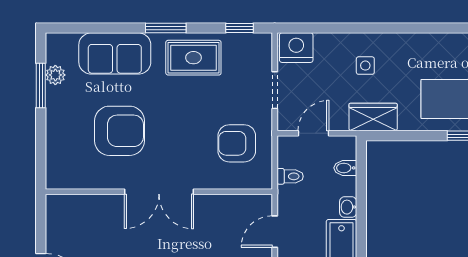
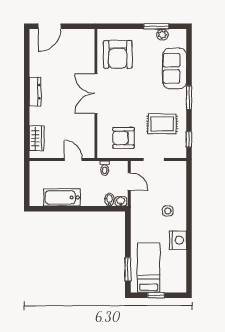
nightstand: (296, 48) -> (178, 240), moved
rug: (193, 58) -> (162, 124), moved, turned 90
wardrobe: (373, 117) -> (138, 215), removed
armchair: (119, 131) -> (118, 54), moved
armchair: (237, 143) -> (123, 138), turned -90
washbasin: (348, 207) -> (121, 201), moved

